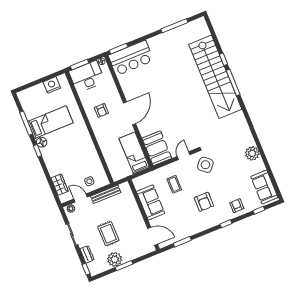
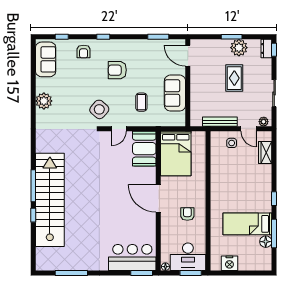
door: (129, 113) -> (158, 198), hinge flipped
floor lamp: (42, 142) -> (266, 242), moved
bed: (134, 153) -> (176, 154), width x1.50
armchair: (204, 202) -> (117, 70), turned -90
dresser: (87, 254) -> (266, 48), moved

